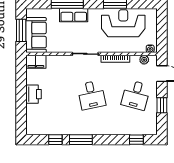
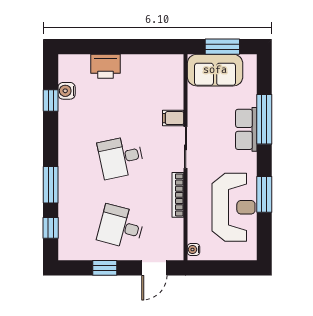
plant: (144, 60) -> (176, 240), removed
filing cabinet: (36, 62) -> (173, 118), moved, width x0.50
printer: (34, 94) -> (106, 66), moved
water cooler: (49, 130) -> (67, 91), added
window: (81, 140) -> (51, 185), moved

